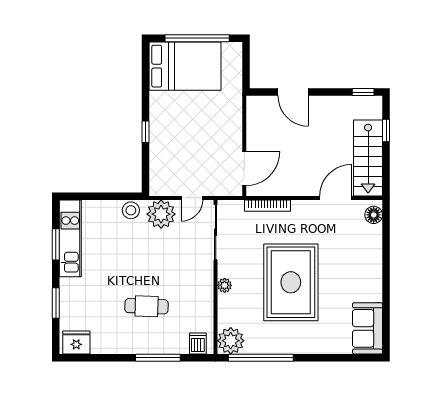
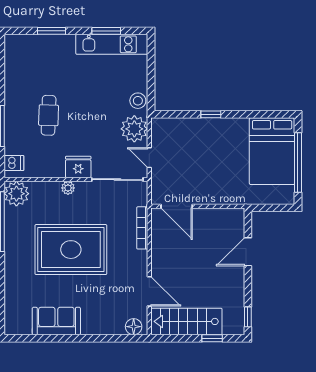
sofa: (368, 328) -> (56, 321), moved
fridge: (76, 342) -> (78, 167), moved, turned -90

